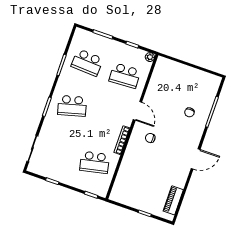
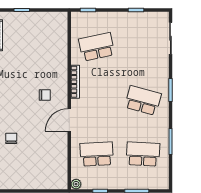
school desk: (72, 106) -> (143, 100), turned 30
door: (137, 111) -> (69, 120), hinge flipped

